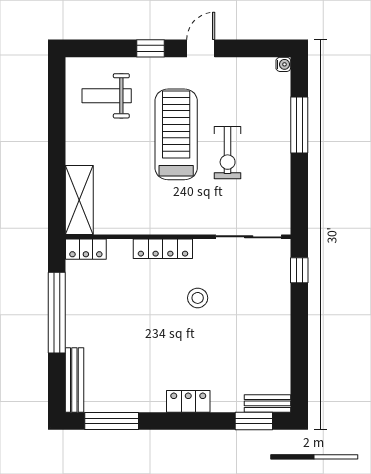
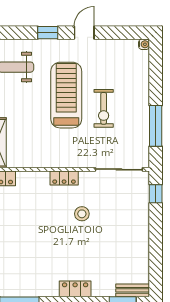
window: (299, 125) -> (156, 126), moved
locker: (163, 249) -> (64, 178), width x0.66

